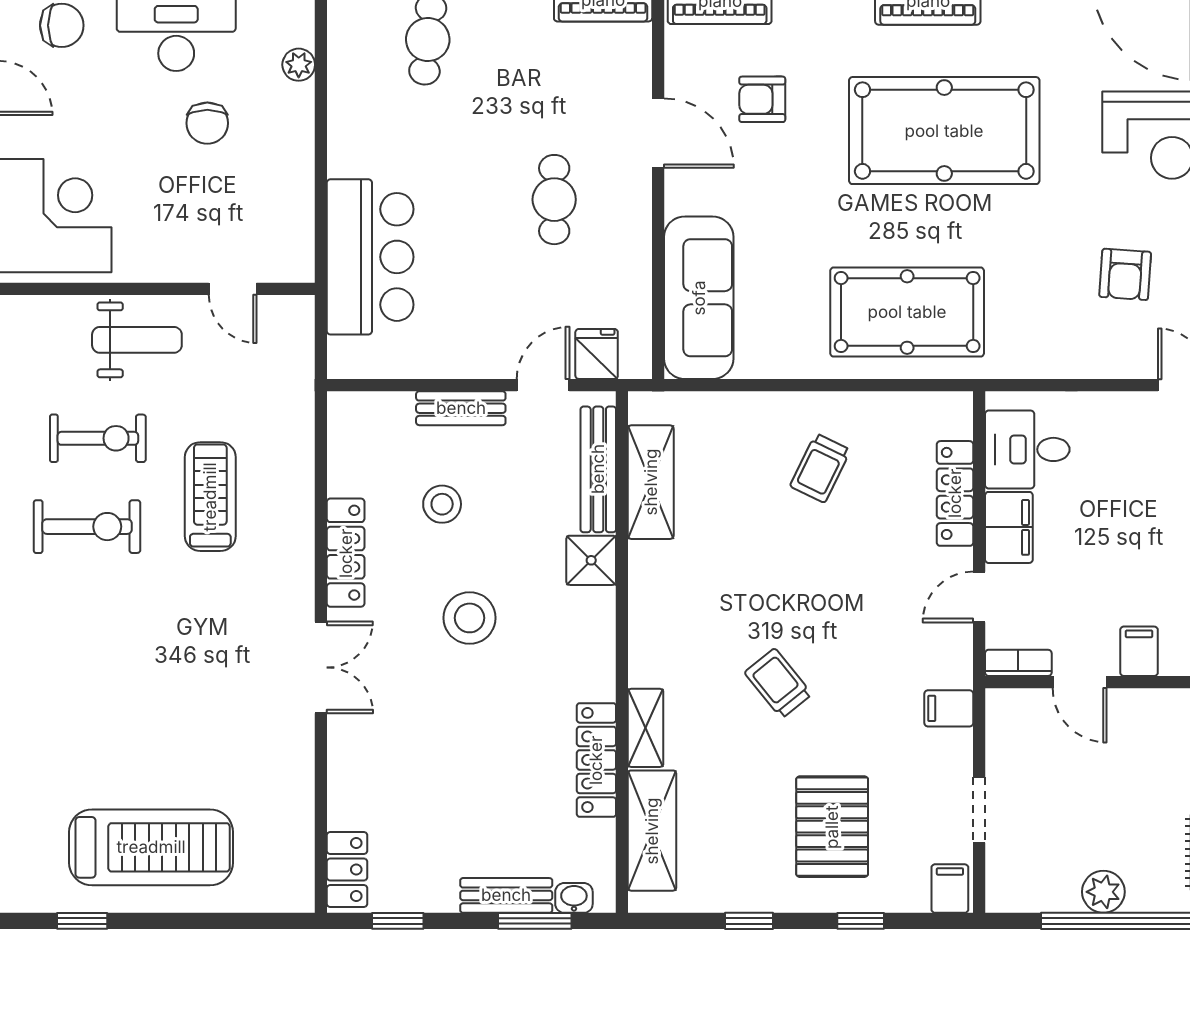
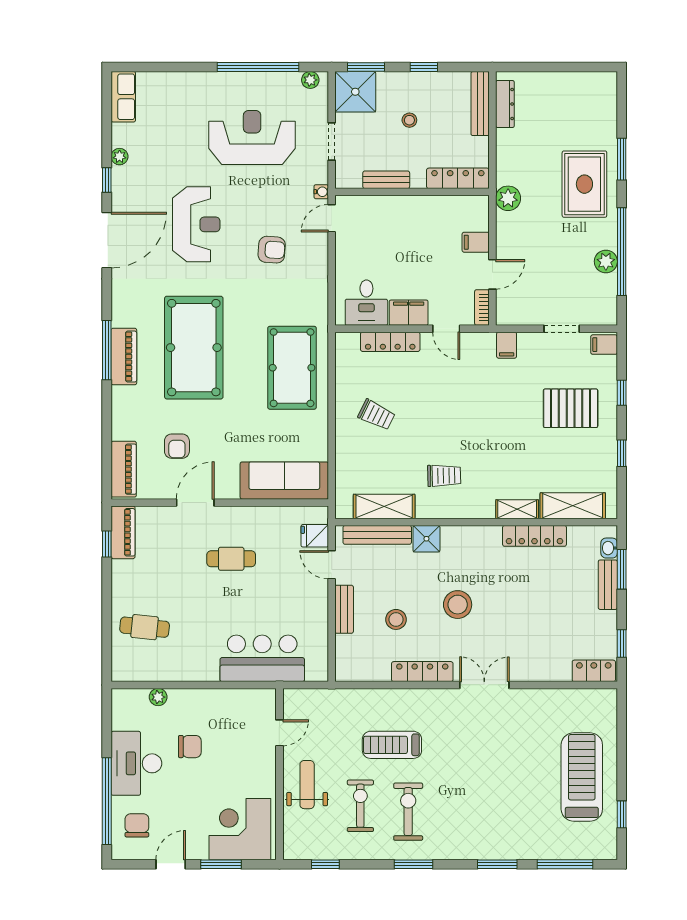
trolley: (778, 683) -> (444, 476), moved, turned -142

